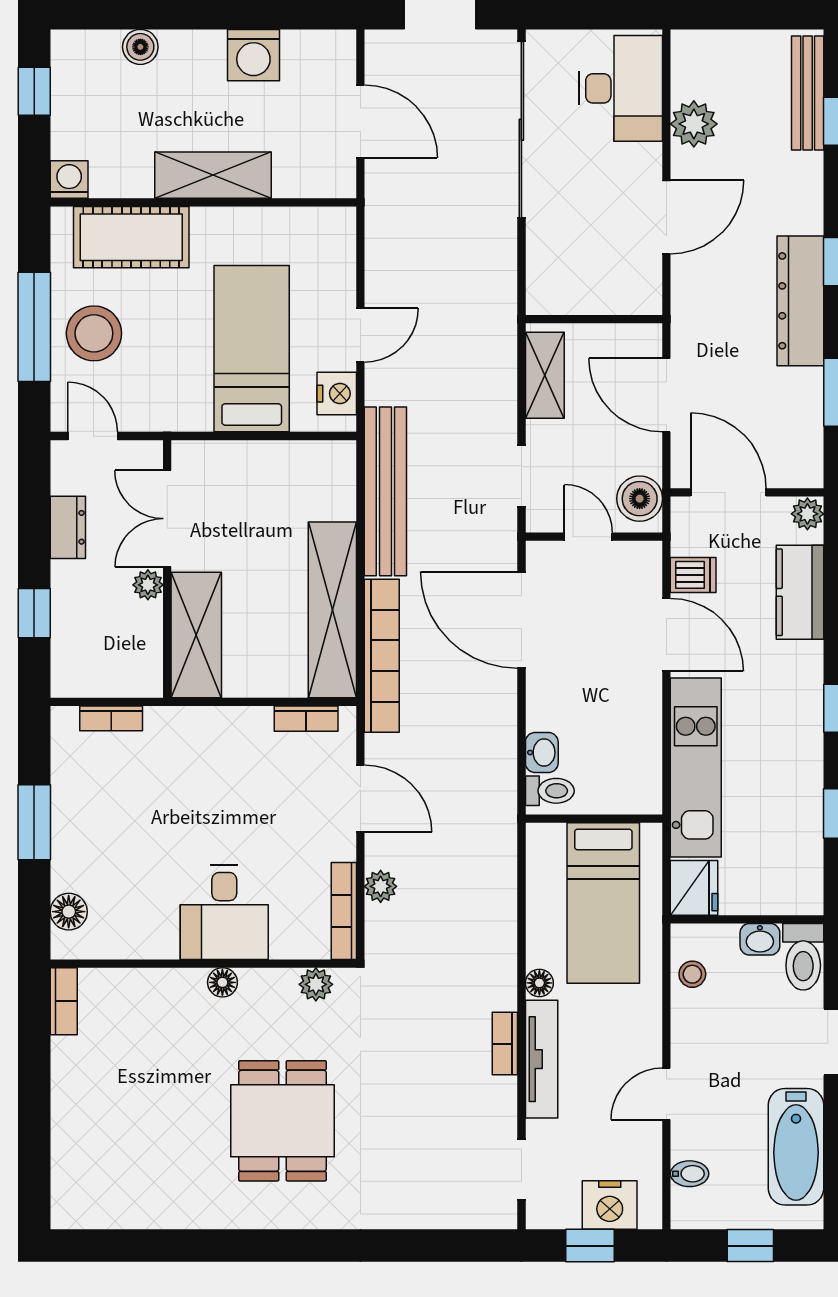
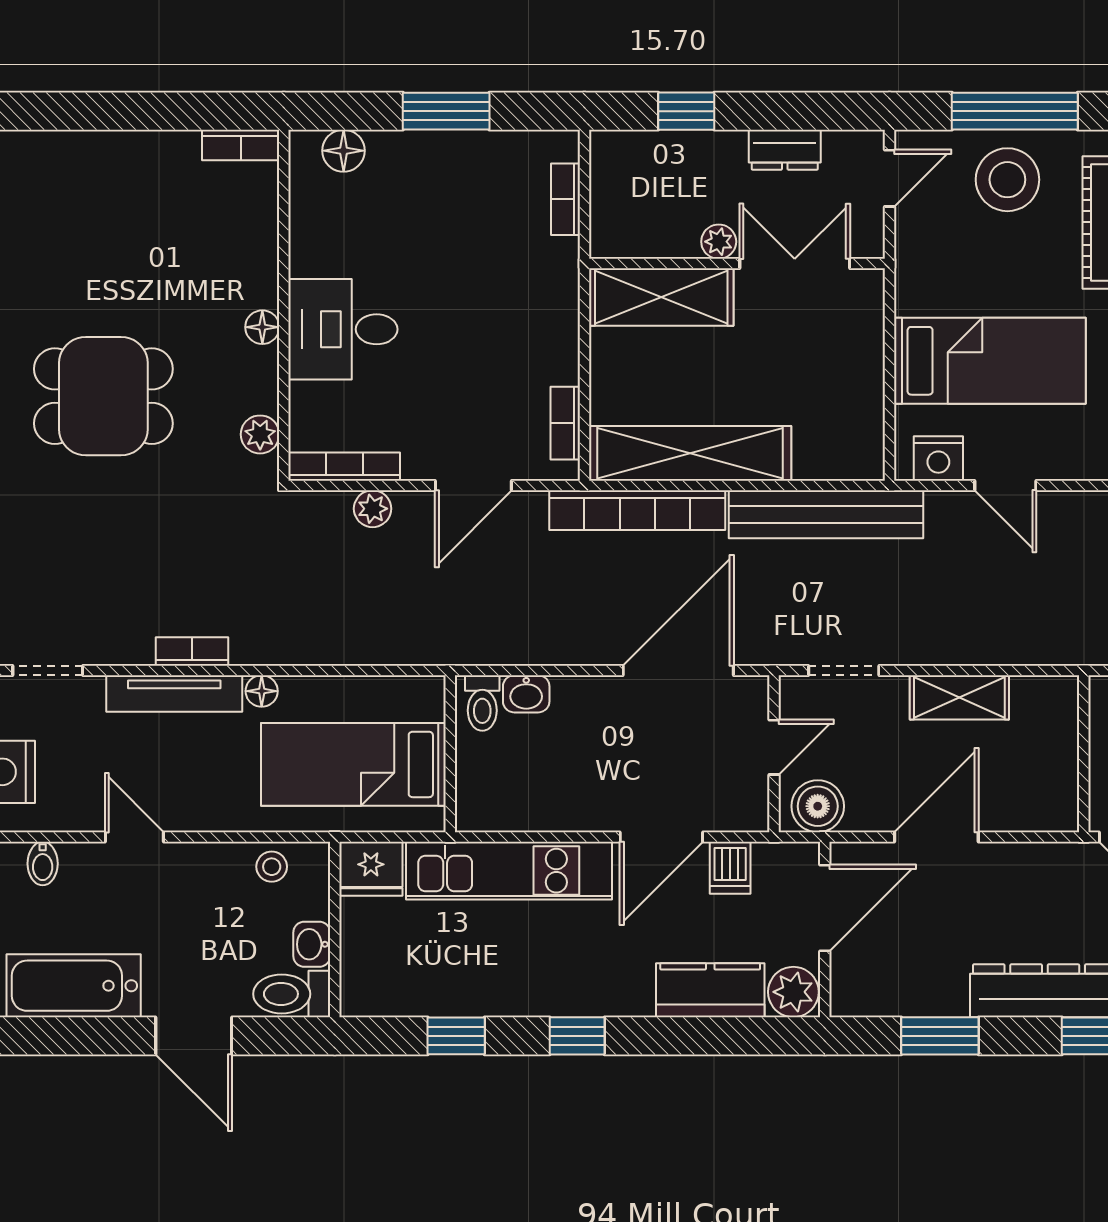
wall: (594, 319) -> (1084, 754), moved
plant: (807, 514) -> (793, 992), width x1.38, depth x1.38

